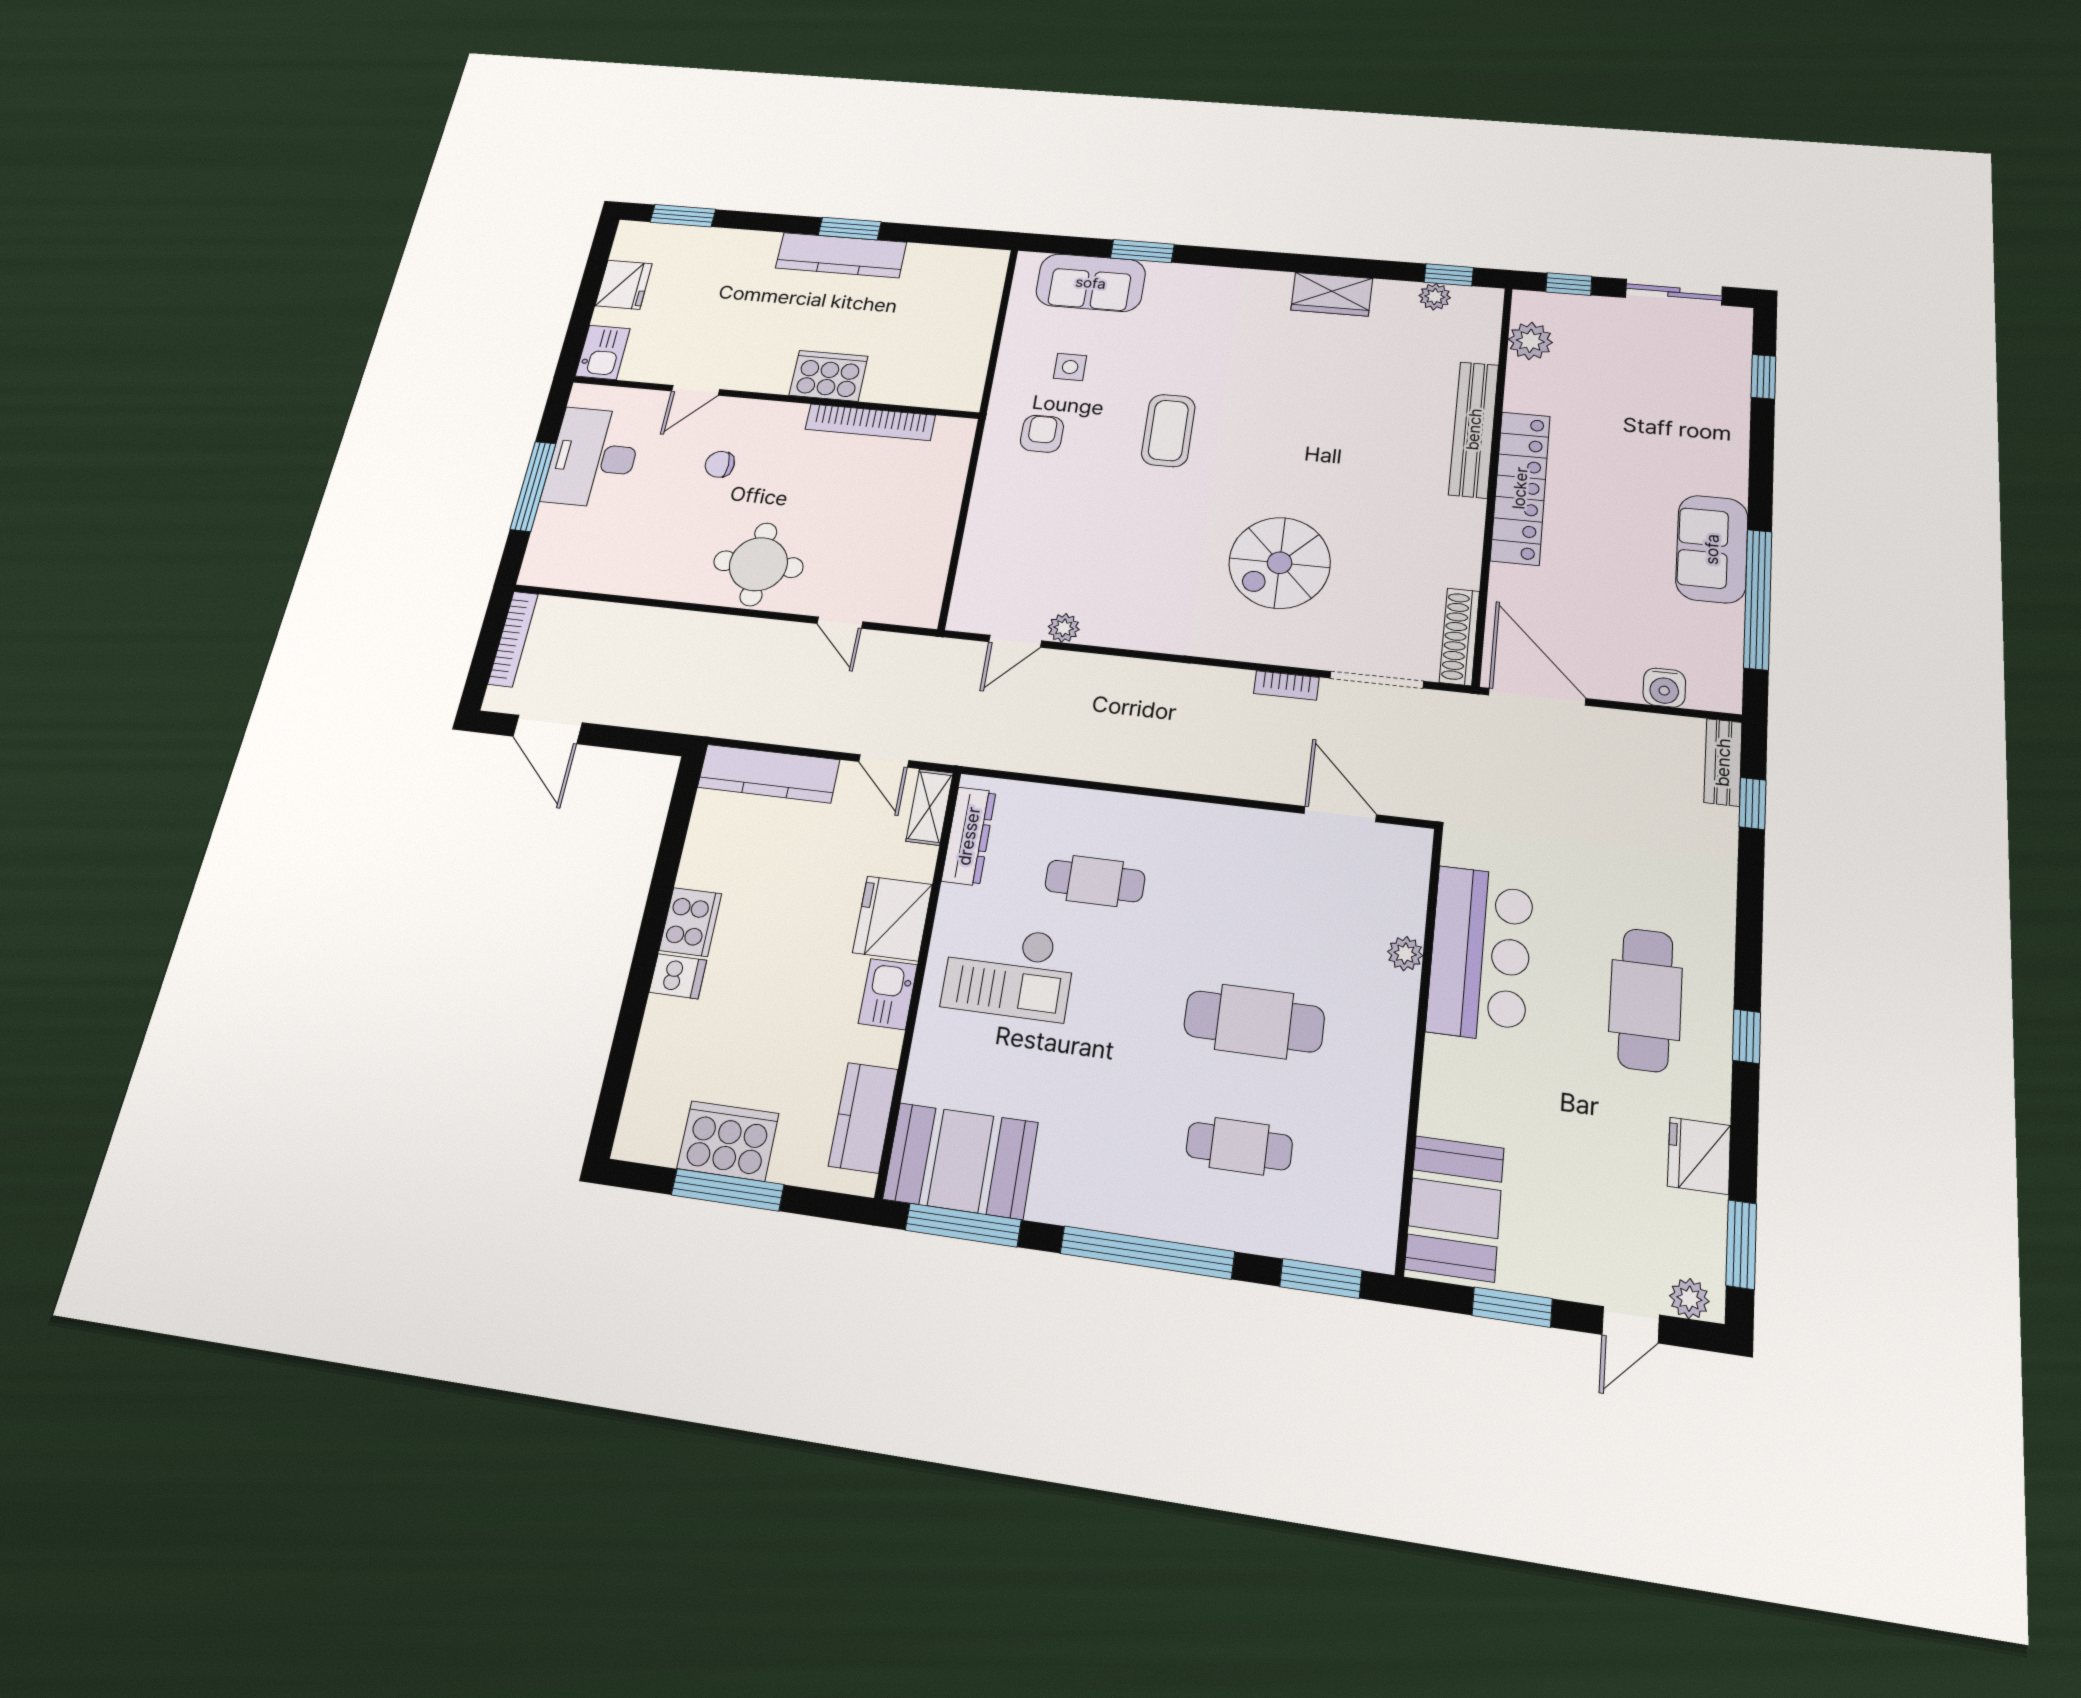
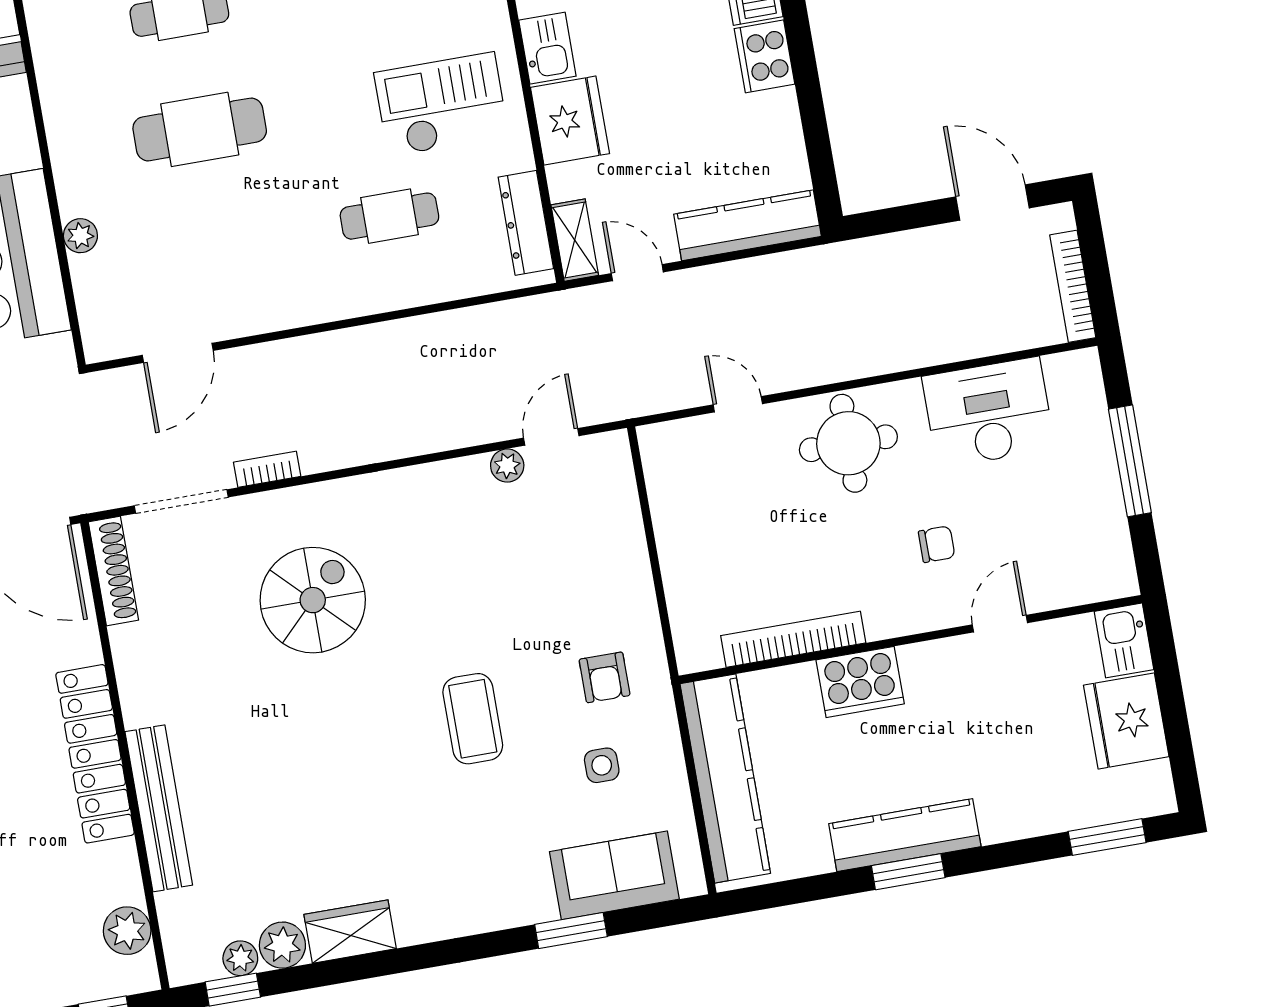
fridge: (624, 285) -> (1126, 721), width x1.36, depth x1.34
plant: (1394, 298) -> (282, 945), added
kitchen counter: (970, 332) -> (725, 779), added
desk: (593, 458) -> (988, 413), moved, turned -90
door: (1340, 814) -> (178, 353), hinge flipped

